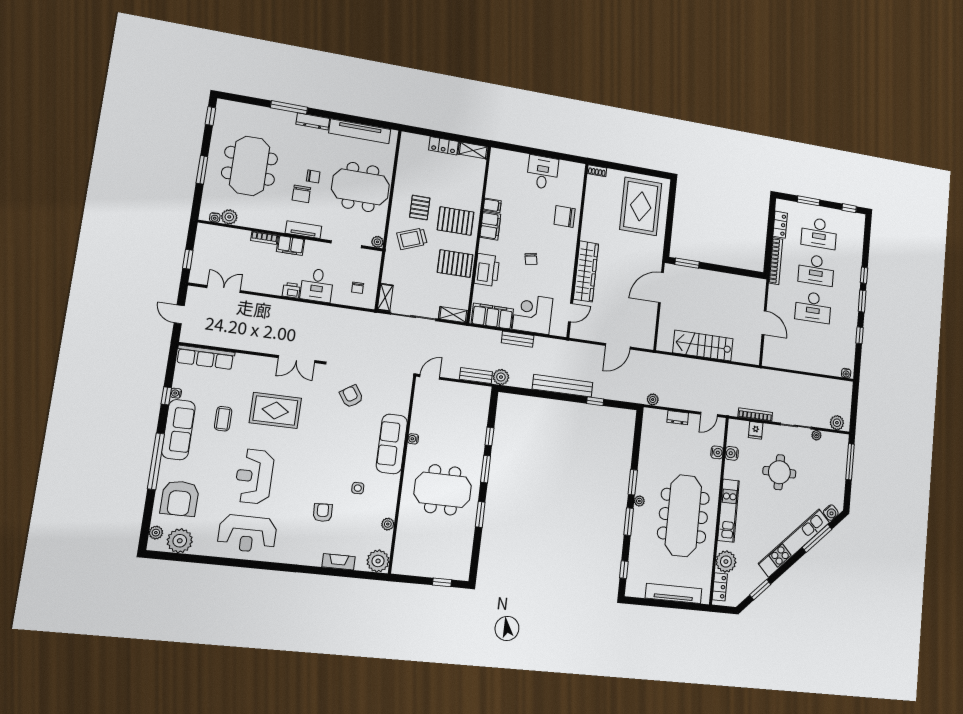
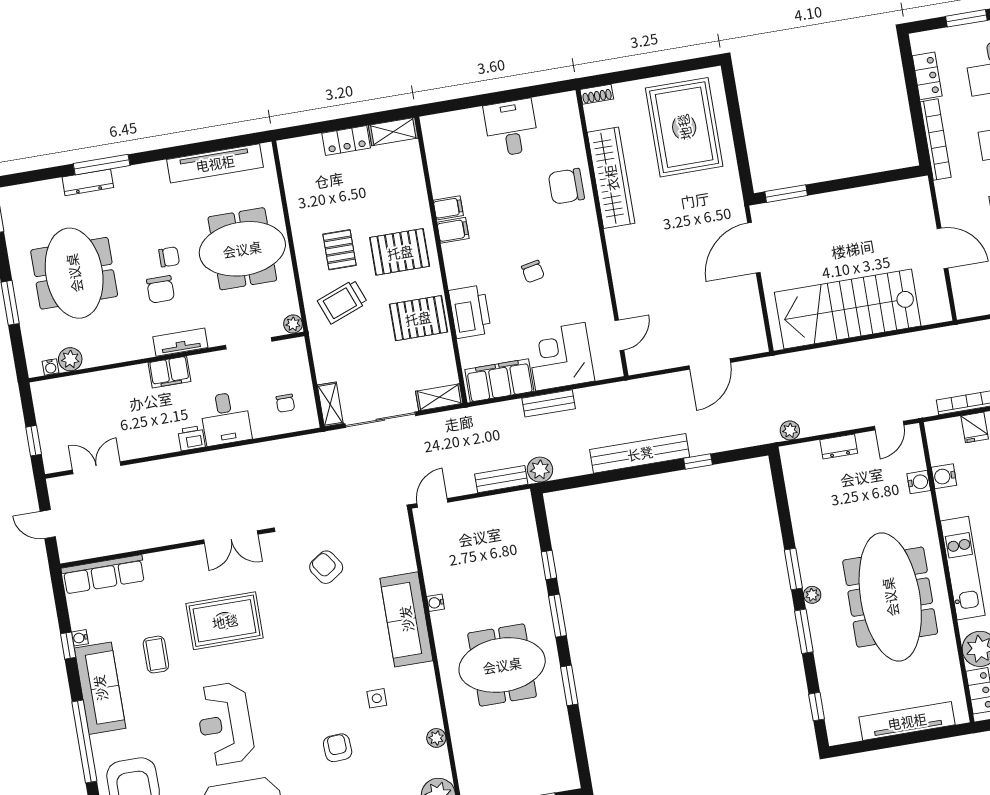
dresser: (313, 121) -> (88, 182), moved
filing cabinet: (490, 226) -> (453, 230), width x0.50
bookcase: (264, 238) -> (129, 373), removed
wardrobe: (586, 271) -> (611, 178), moved
stairs: (703, 346) -> (848, 309), width x1.36, depth x1.51

